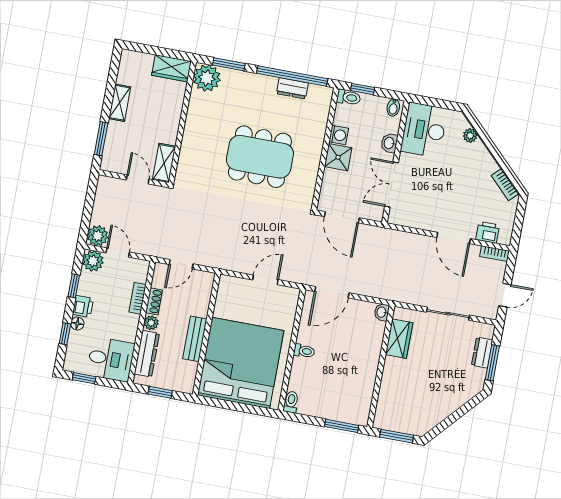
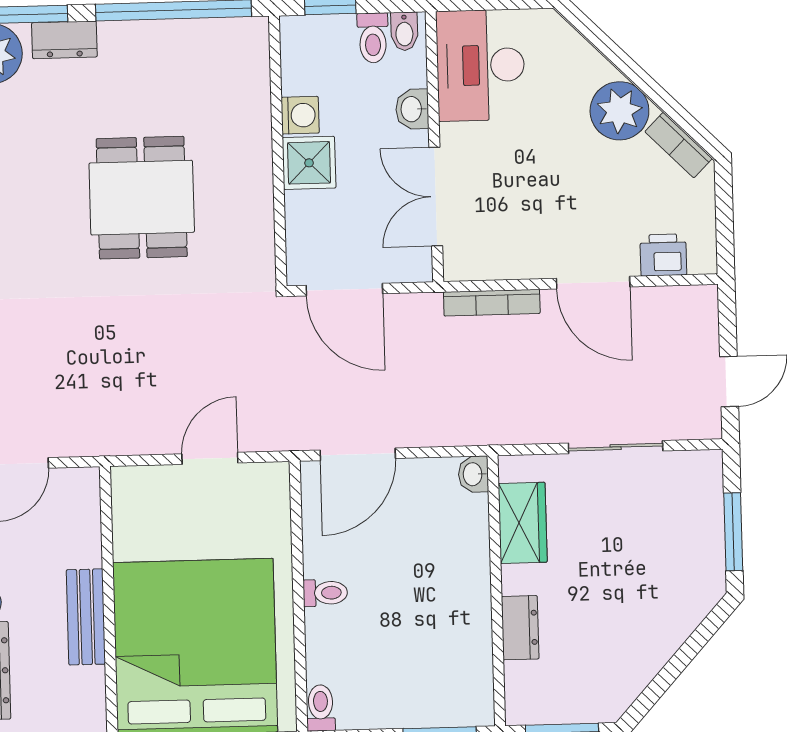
dresser: (292, 88) -> (64, 40), moved
toilet: (349, 97) -> (373, 38), moved, turned 90
plant: (470, 136) -> (619, 111), moved, width x1.88, depth x1.88
dining table: (260, 157) -> (142, 198), width x0.73
bookcase: (495, 254) -> (492, 303), moved, width x1.56
dresser: (482, 353) -> (520, 628), moved, turned 180

